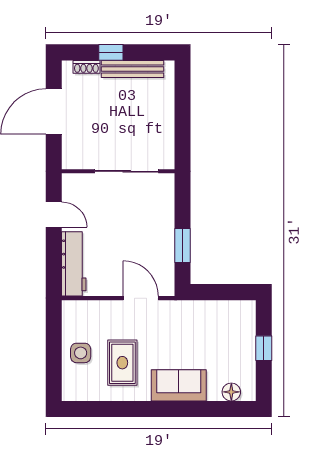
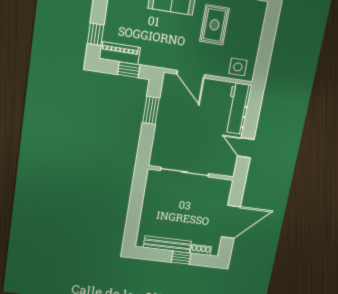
window: (218, 292) -> (129, 70), added
piano: (232, 311) -> (120, 53), added
window: (264, 348) -> (96, 34), moved
side table: (81, 353) -> (238, 67), moved

